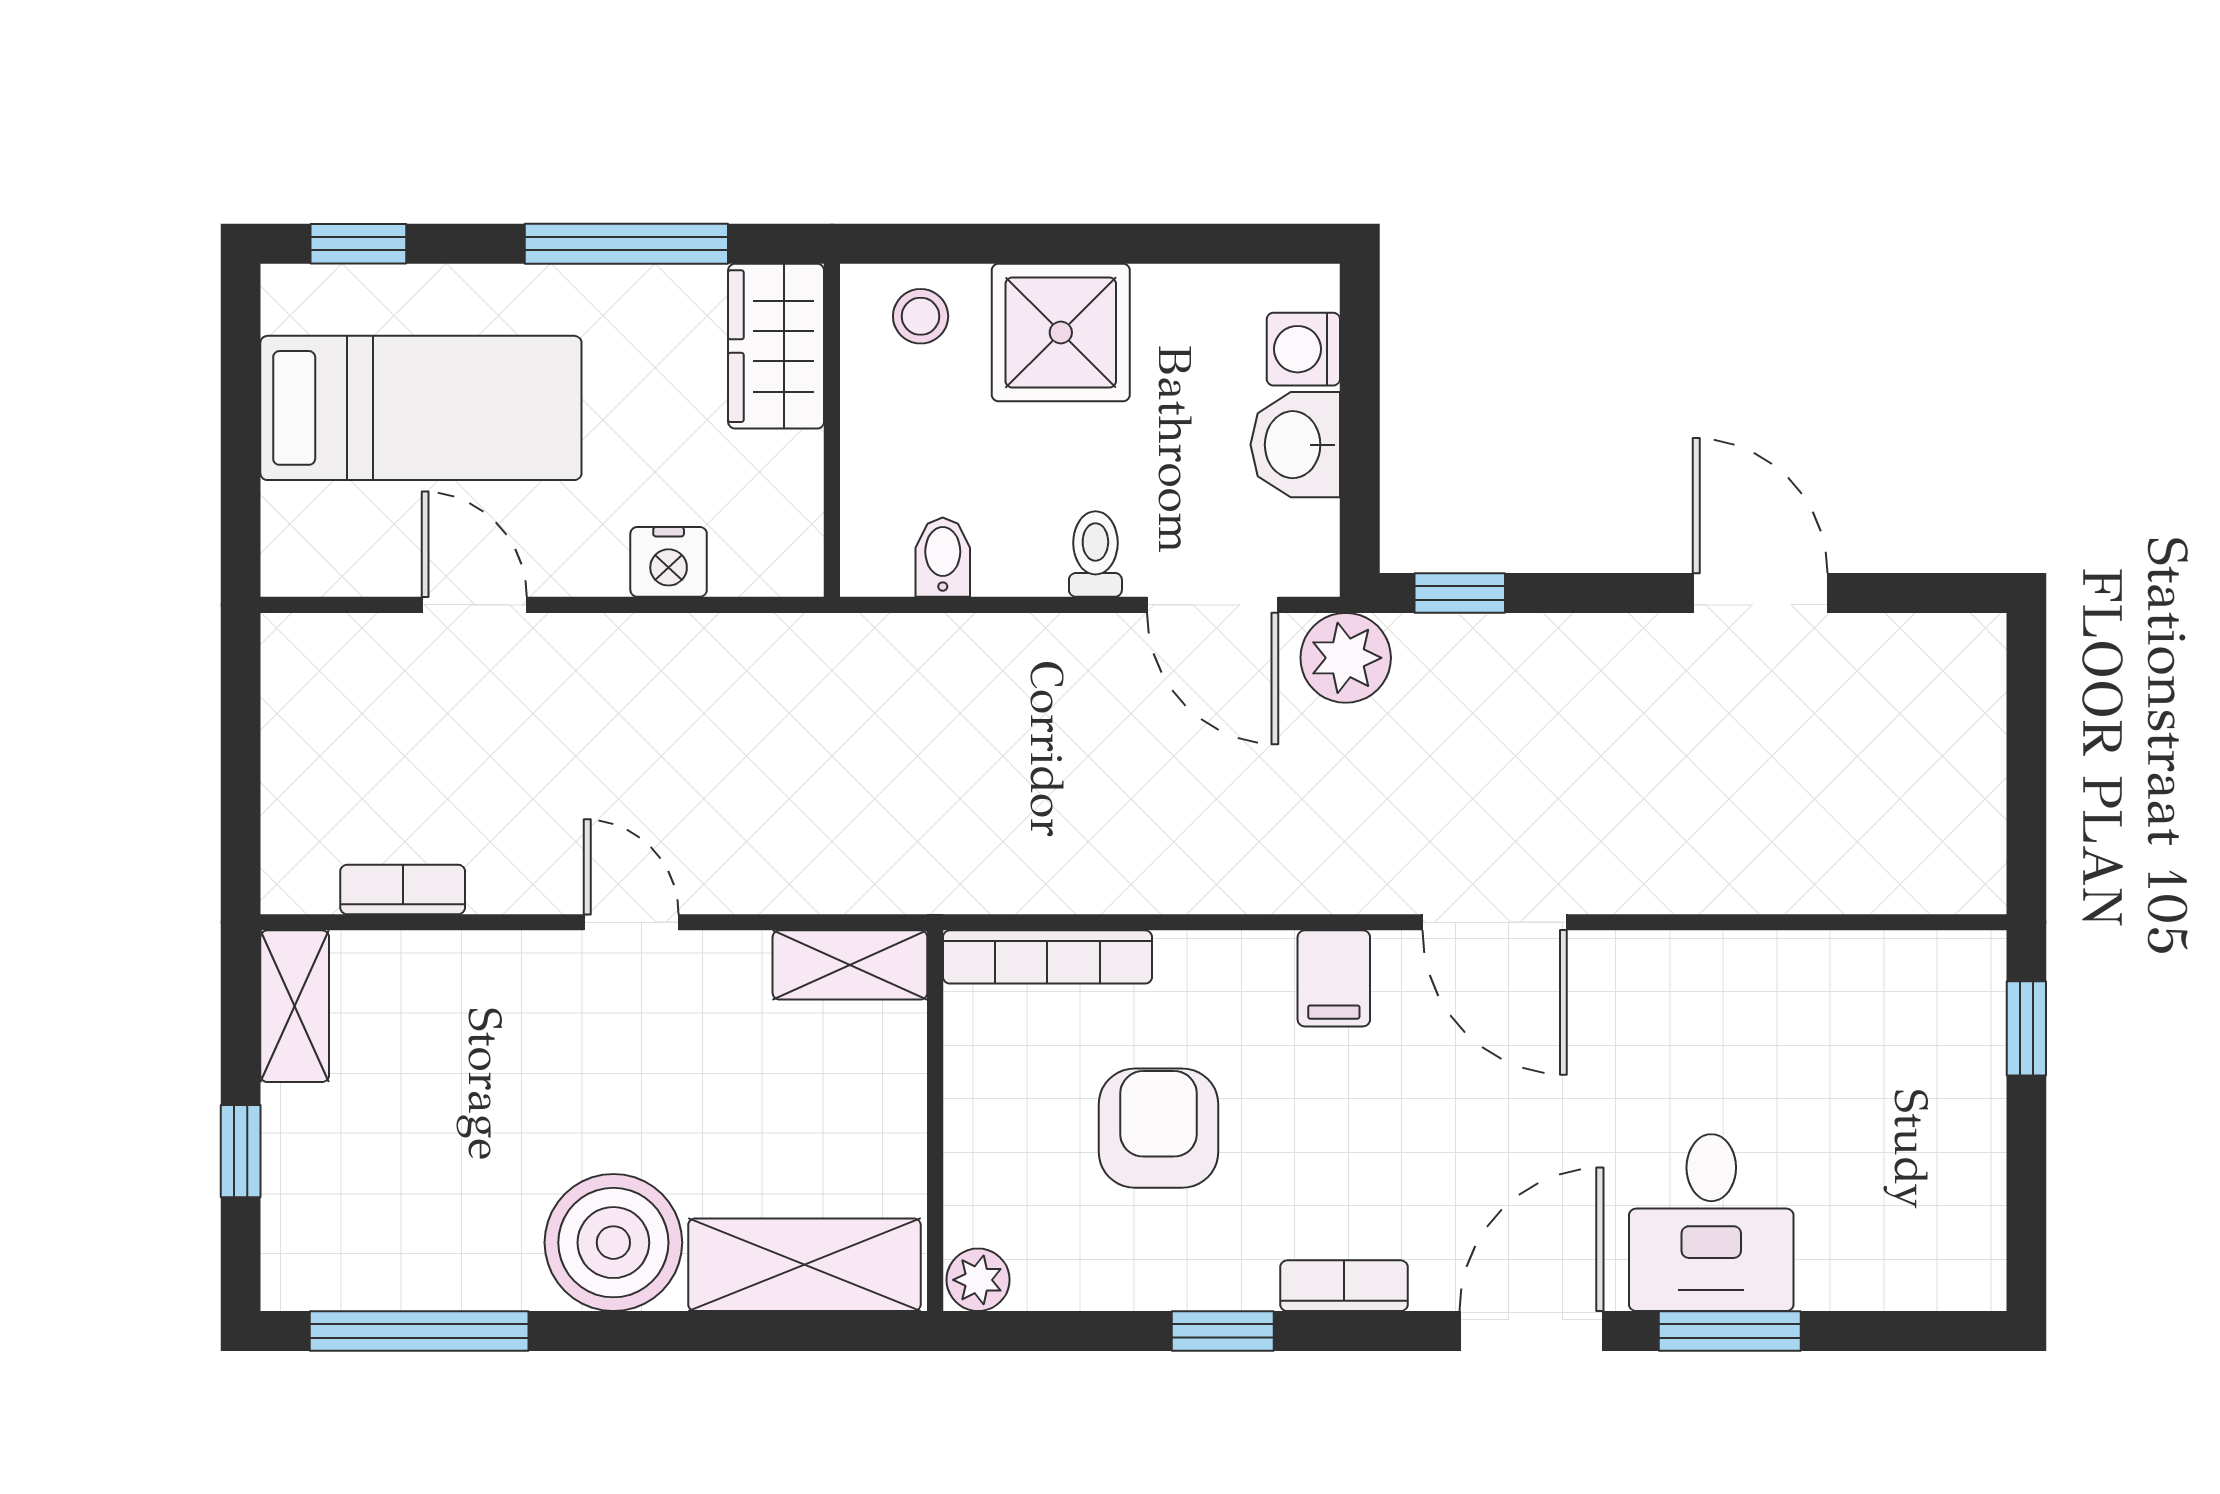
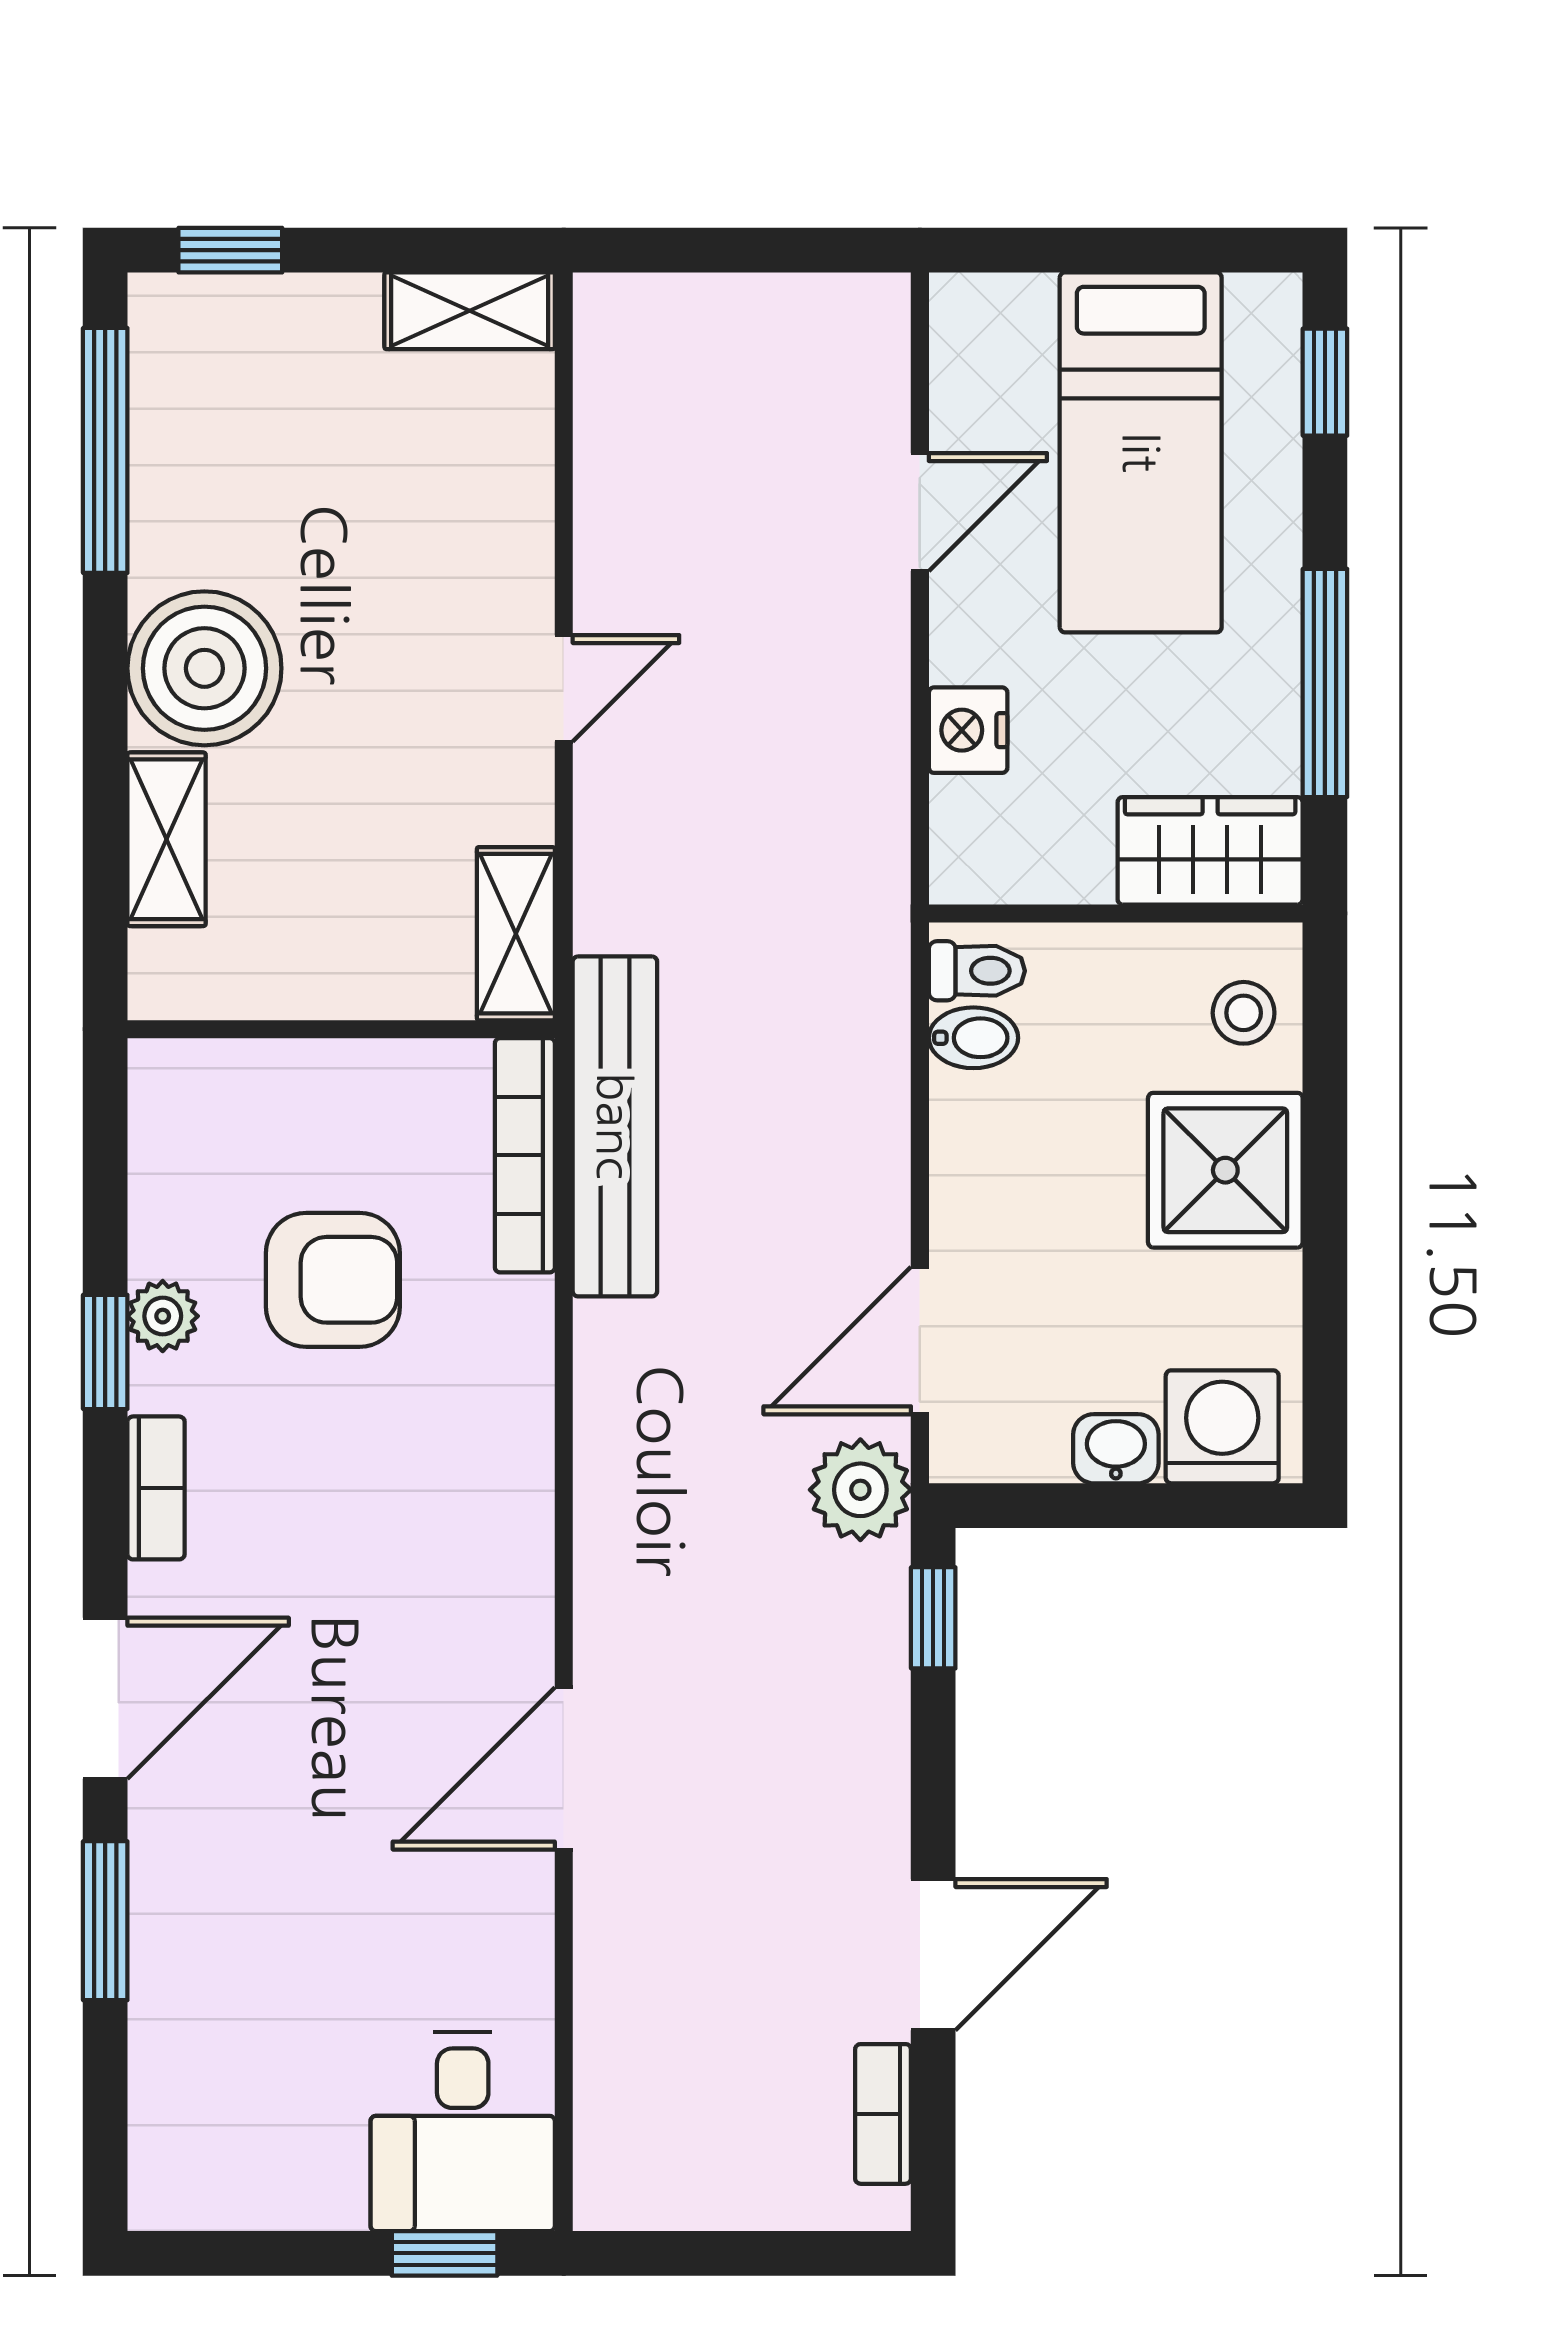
washing machine: (1303, 349) -> (1222, 1427), width x1.38, depth x1.38
washbasin: (1295, 445) -> (1116, 1449), width x0.72, depth x0.69
toilet: (1095, 554) -> (977, 971), moved
bench: (1022, 877) -> (615, 1126), added
bookcase: (403, 889) -> (883, 2114), moved, turned 180
door: (1495, 922) -> (564, 1768), moved
filing cabinet: (1334, 978) -> (501, 1476), removed
window: (241, 1151) -> (230, 250), moved
desk: (1711, 1223) -> (463, 2132), moved, turned -90
shelving: (804, 1265) -> (167, 839), width x0.67, depth x0.75
plant: (978, 1280) -> (163, 1316), moved
door: (1532, 1331) -> (105, 1698), hinge flipped

